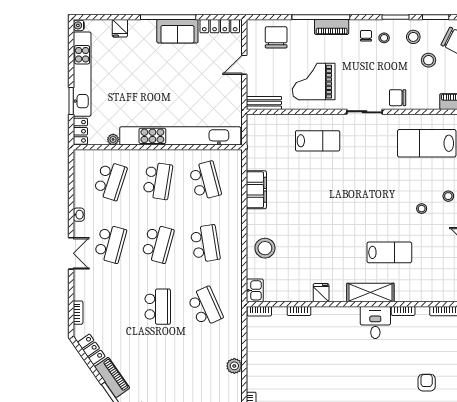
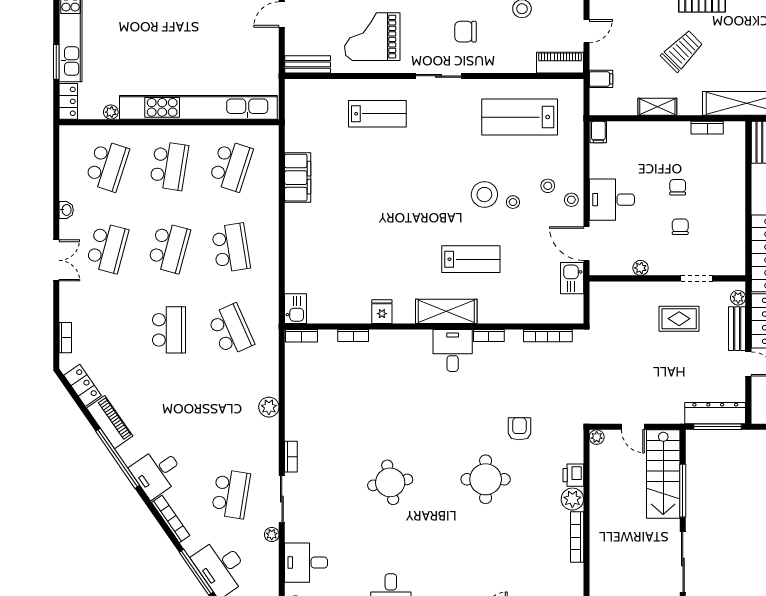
chair: (398, 98) -> (465, 32), moved
school desk: (205, 181) -> (231, 166), turned 33
stool: (265, 248) -> (484, 195), moved

